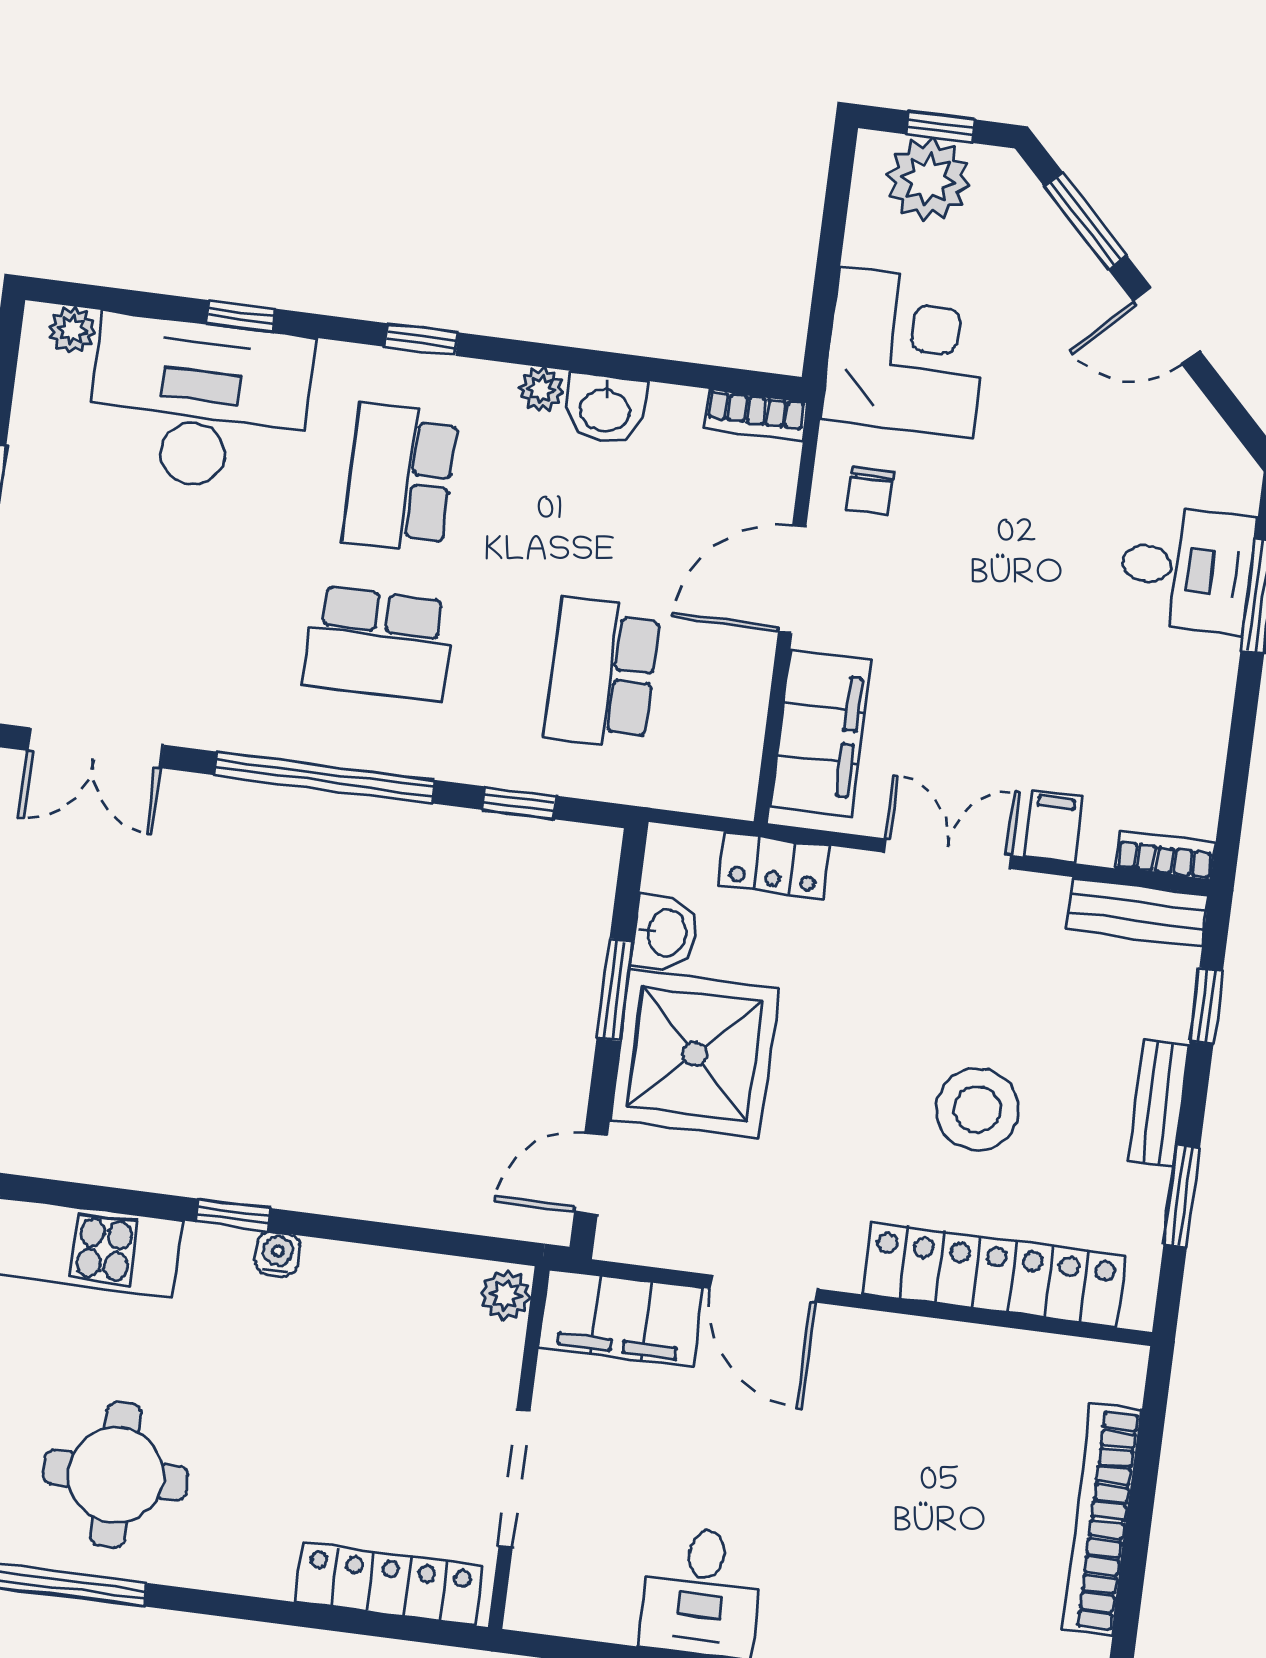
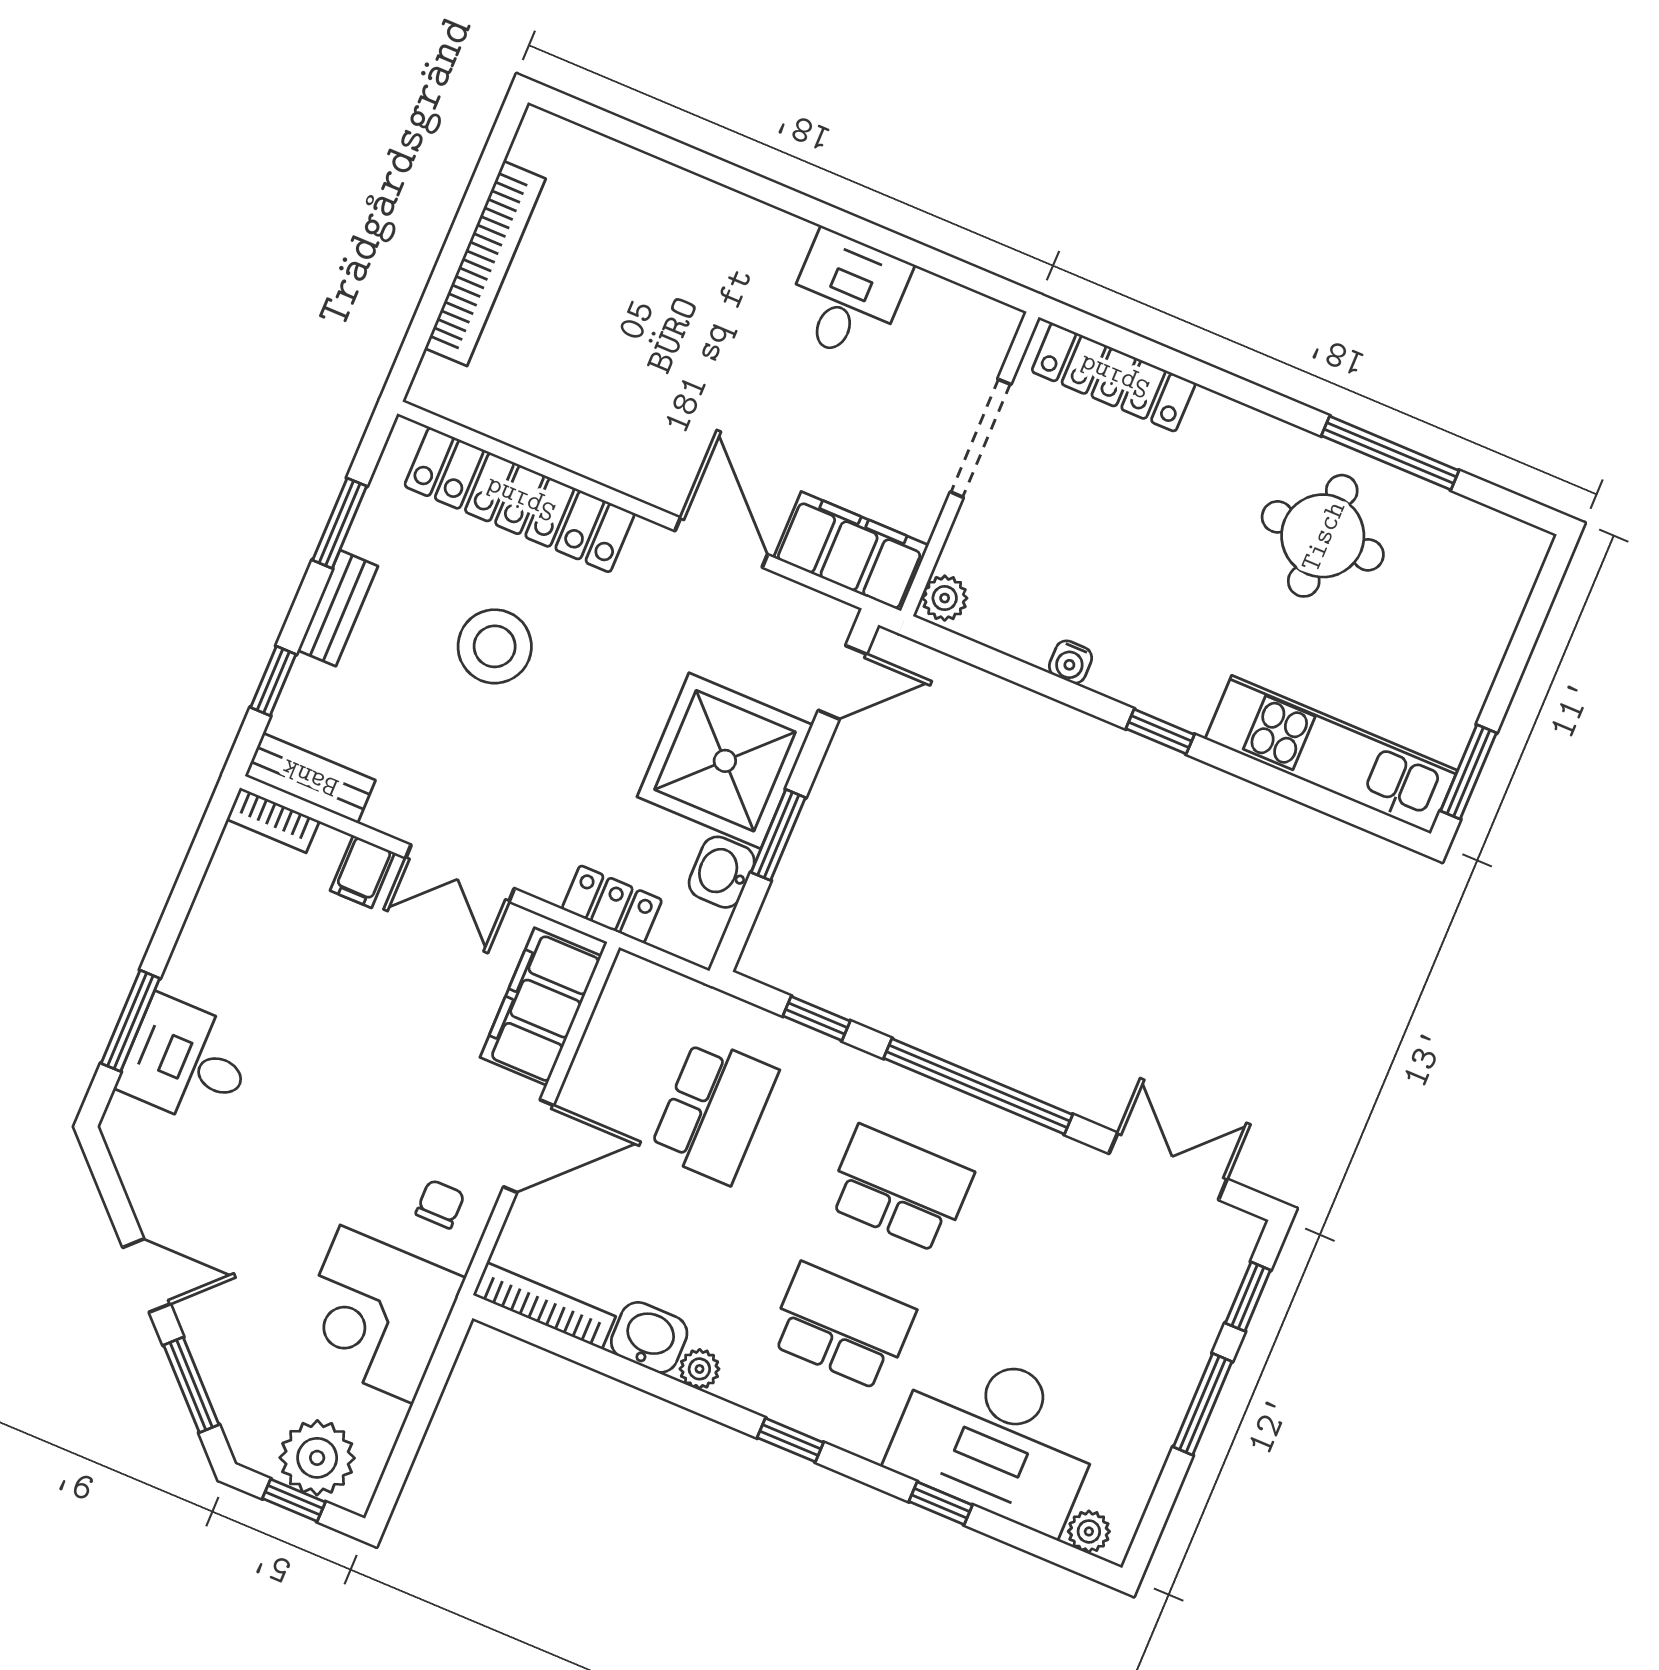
bookcase: (756, 415) -> (544, 1306), width x1.56
school desk: (400, 478) -> (842, 1326), turned -90
water cooler: (278, 1254) -> (1071, 662), moved

